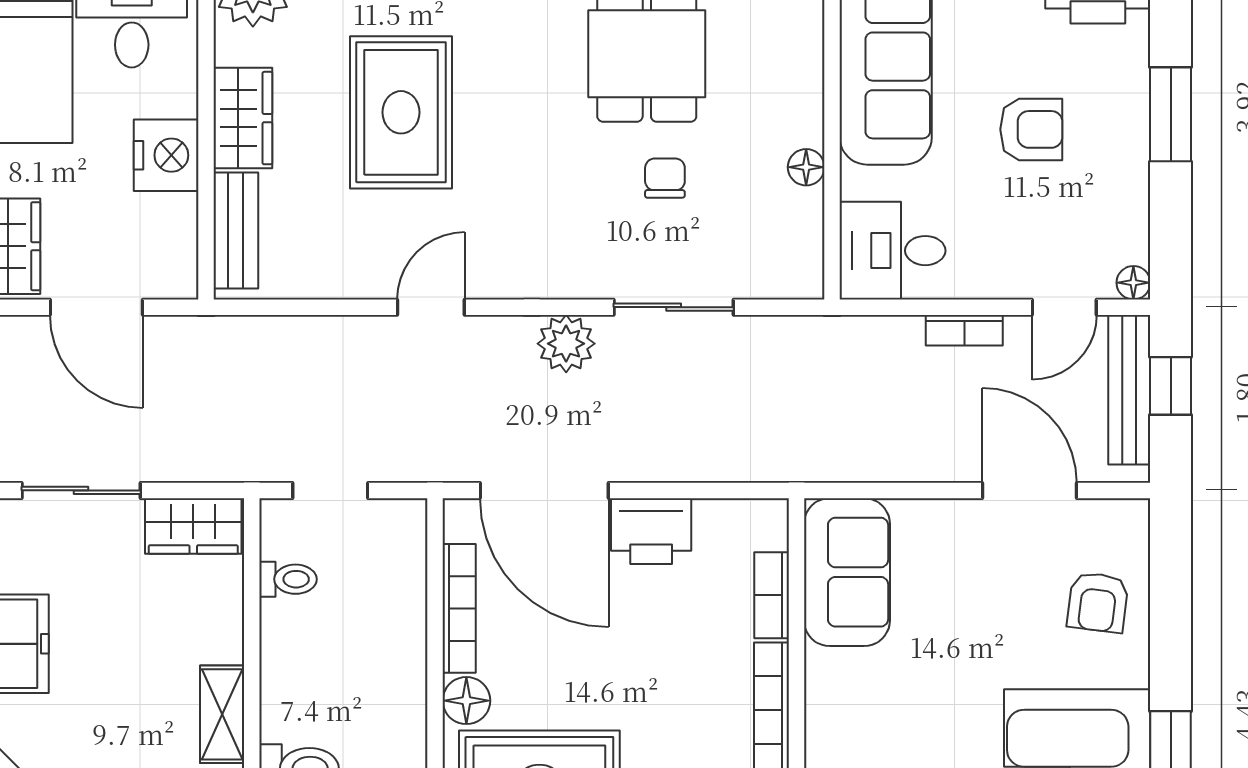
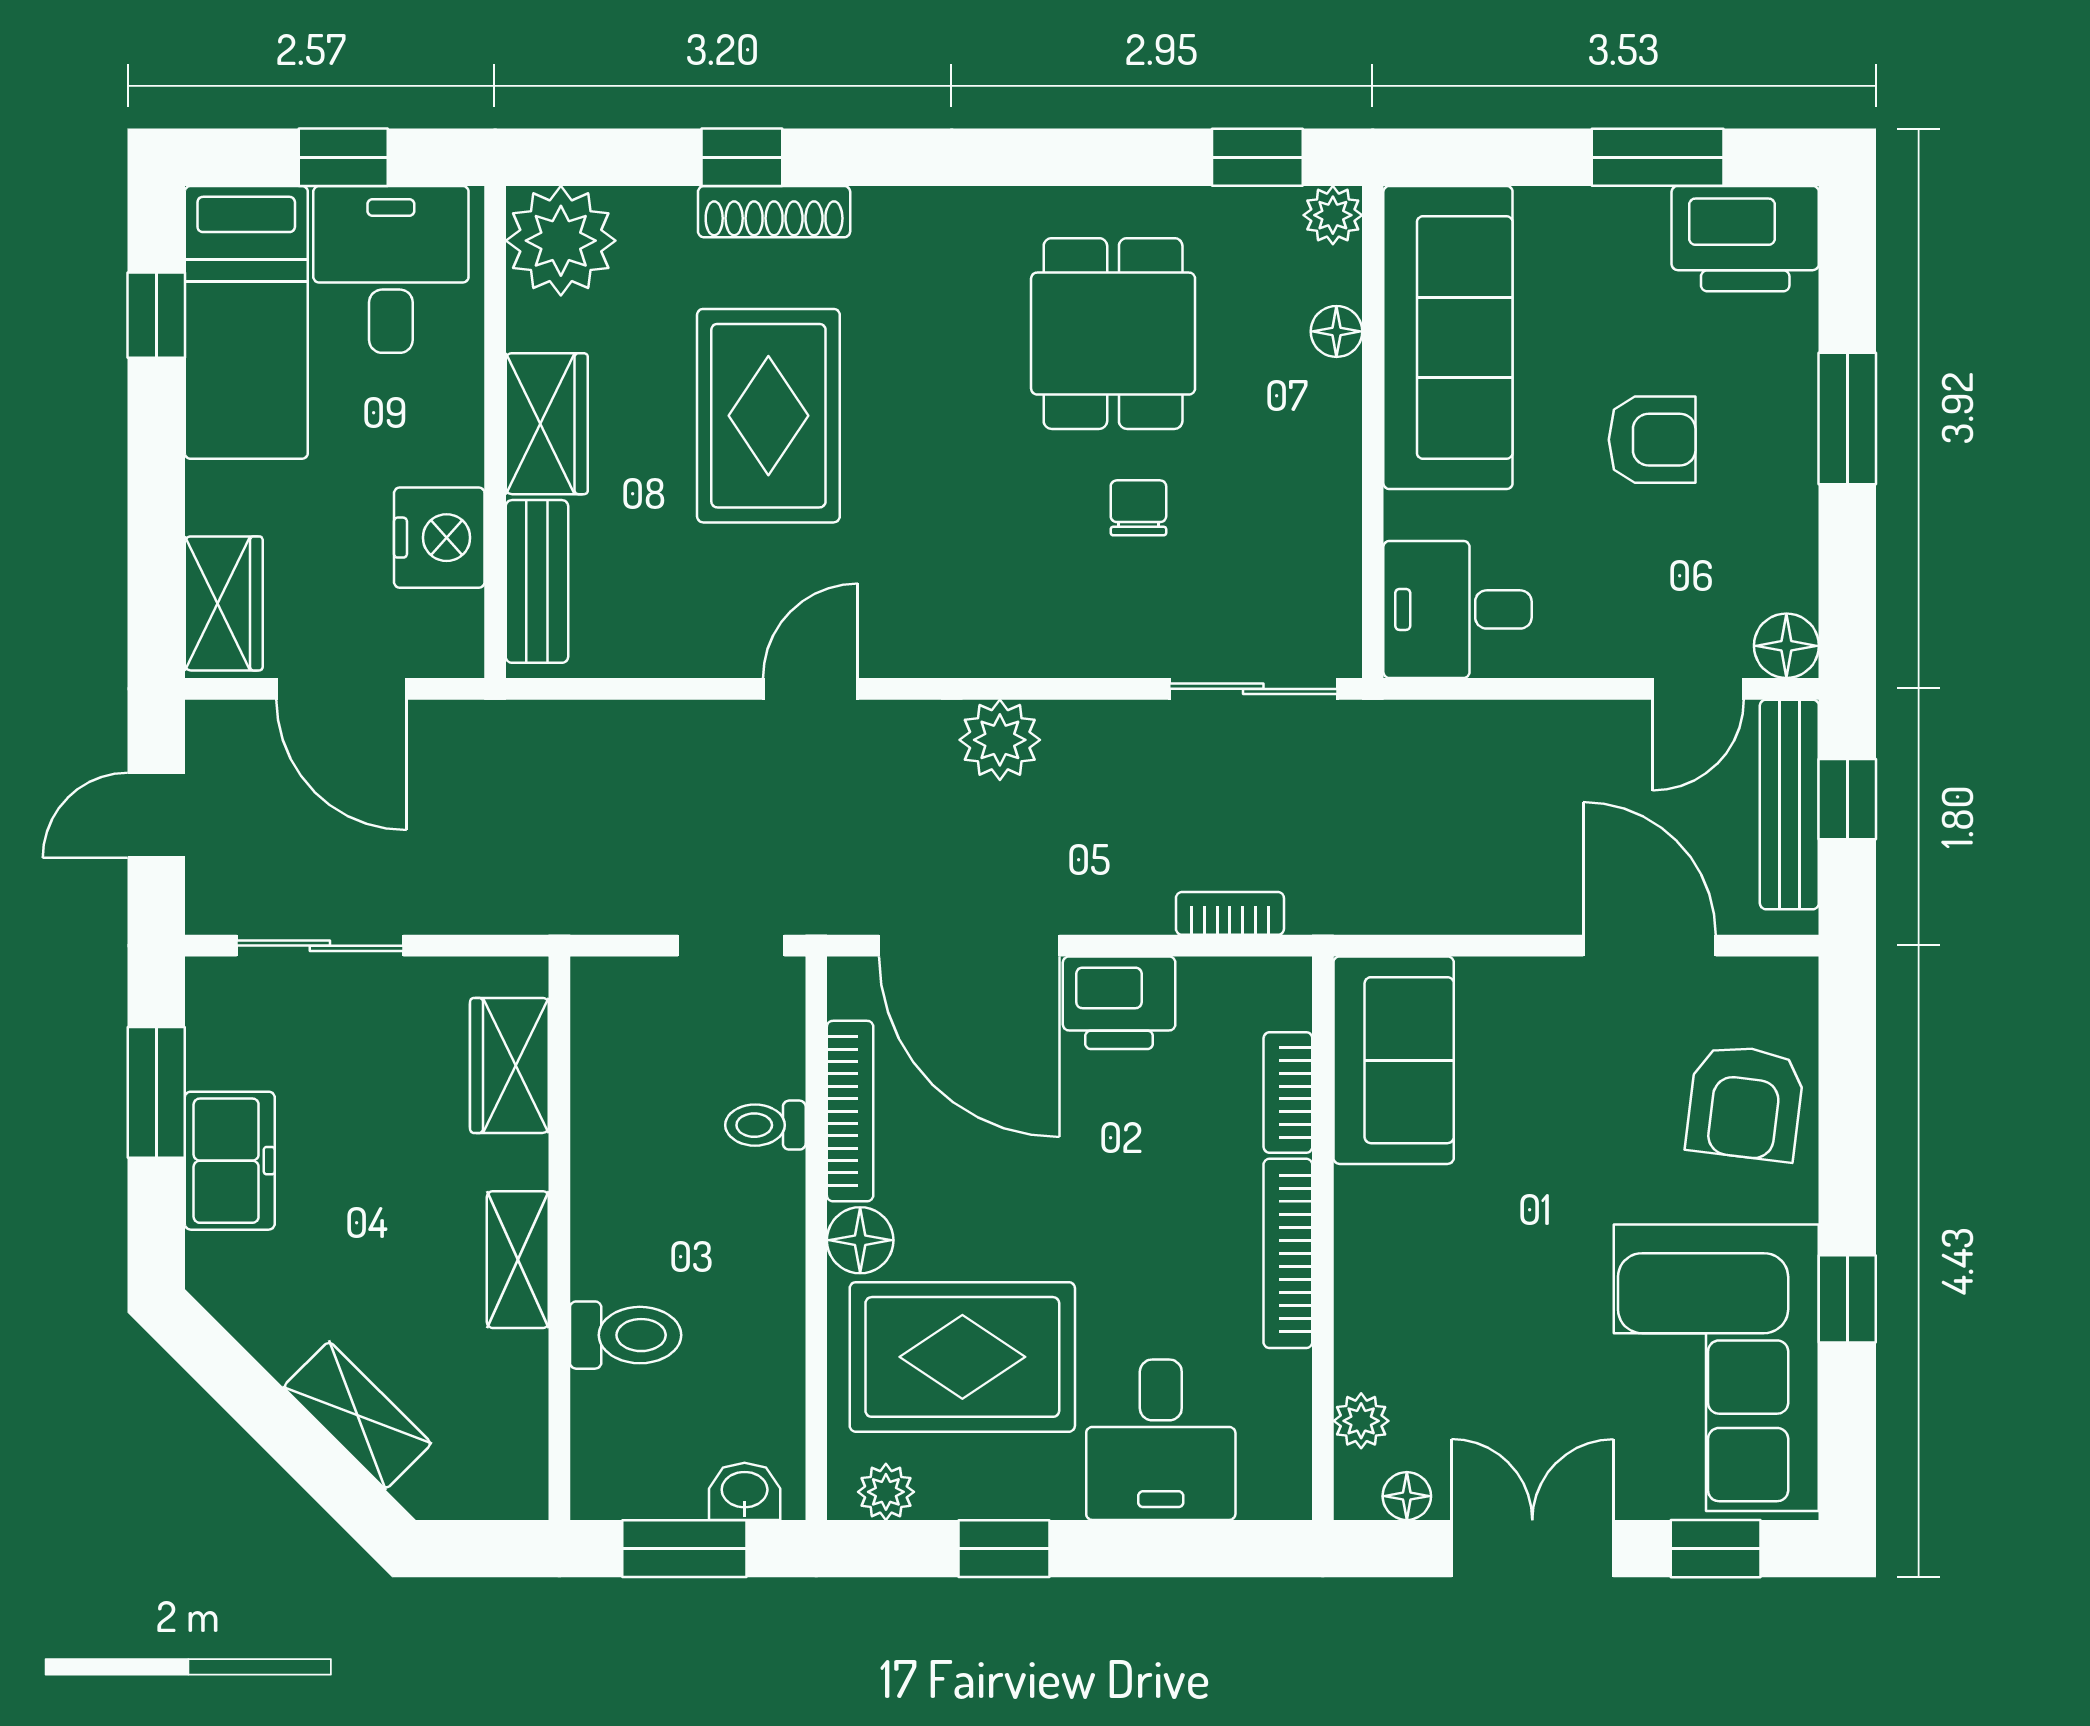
nightstand: (166, 155) -> (439, 538), moved
floor lamp: (806, 167) -> (1336, 331), moved
floor lamp: (1133, 283) -> (1786, 646), width x1.37, depth x1.37
sliding door: (674, 307) -> (1253, 689), moved
bookcase: (964, 330) -> (1230, 913), moved, turned 180
doorway: (330, 490) -> (731, 946), moved
wardrobe: (193, 526) -> (509, 1065), moved, turned 90
toilet: (288, 579) -> (765, 1125), moved, turned 180
armchair: (1098, 602) -> (1745, 1103), width x1.38, depth x1.38

